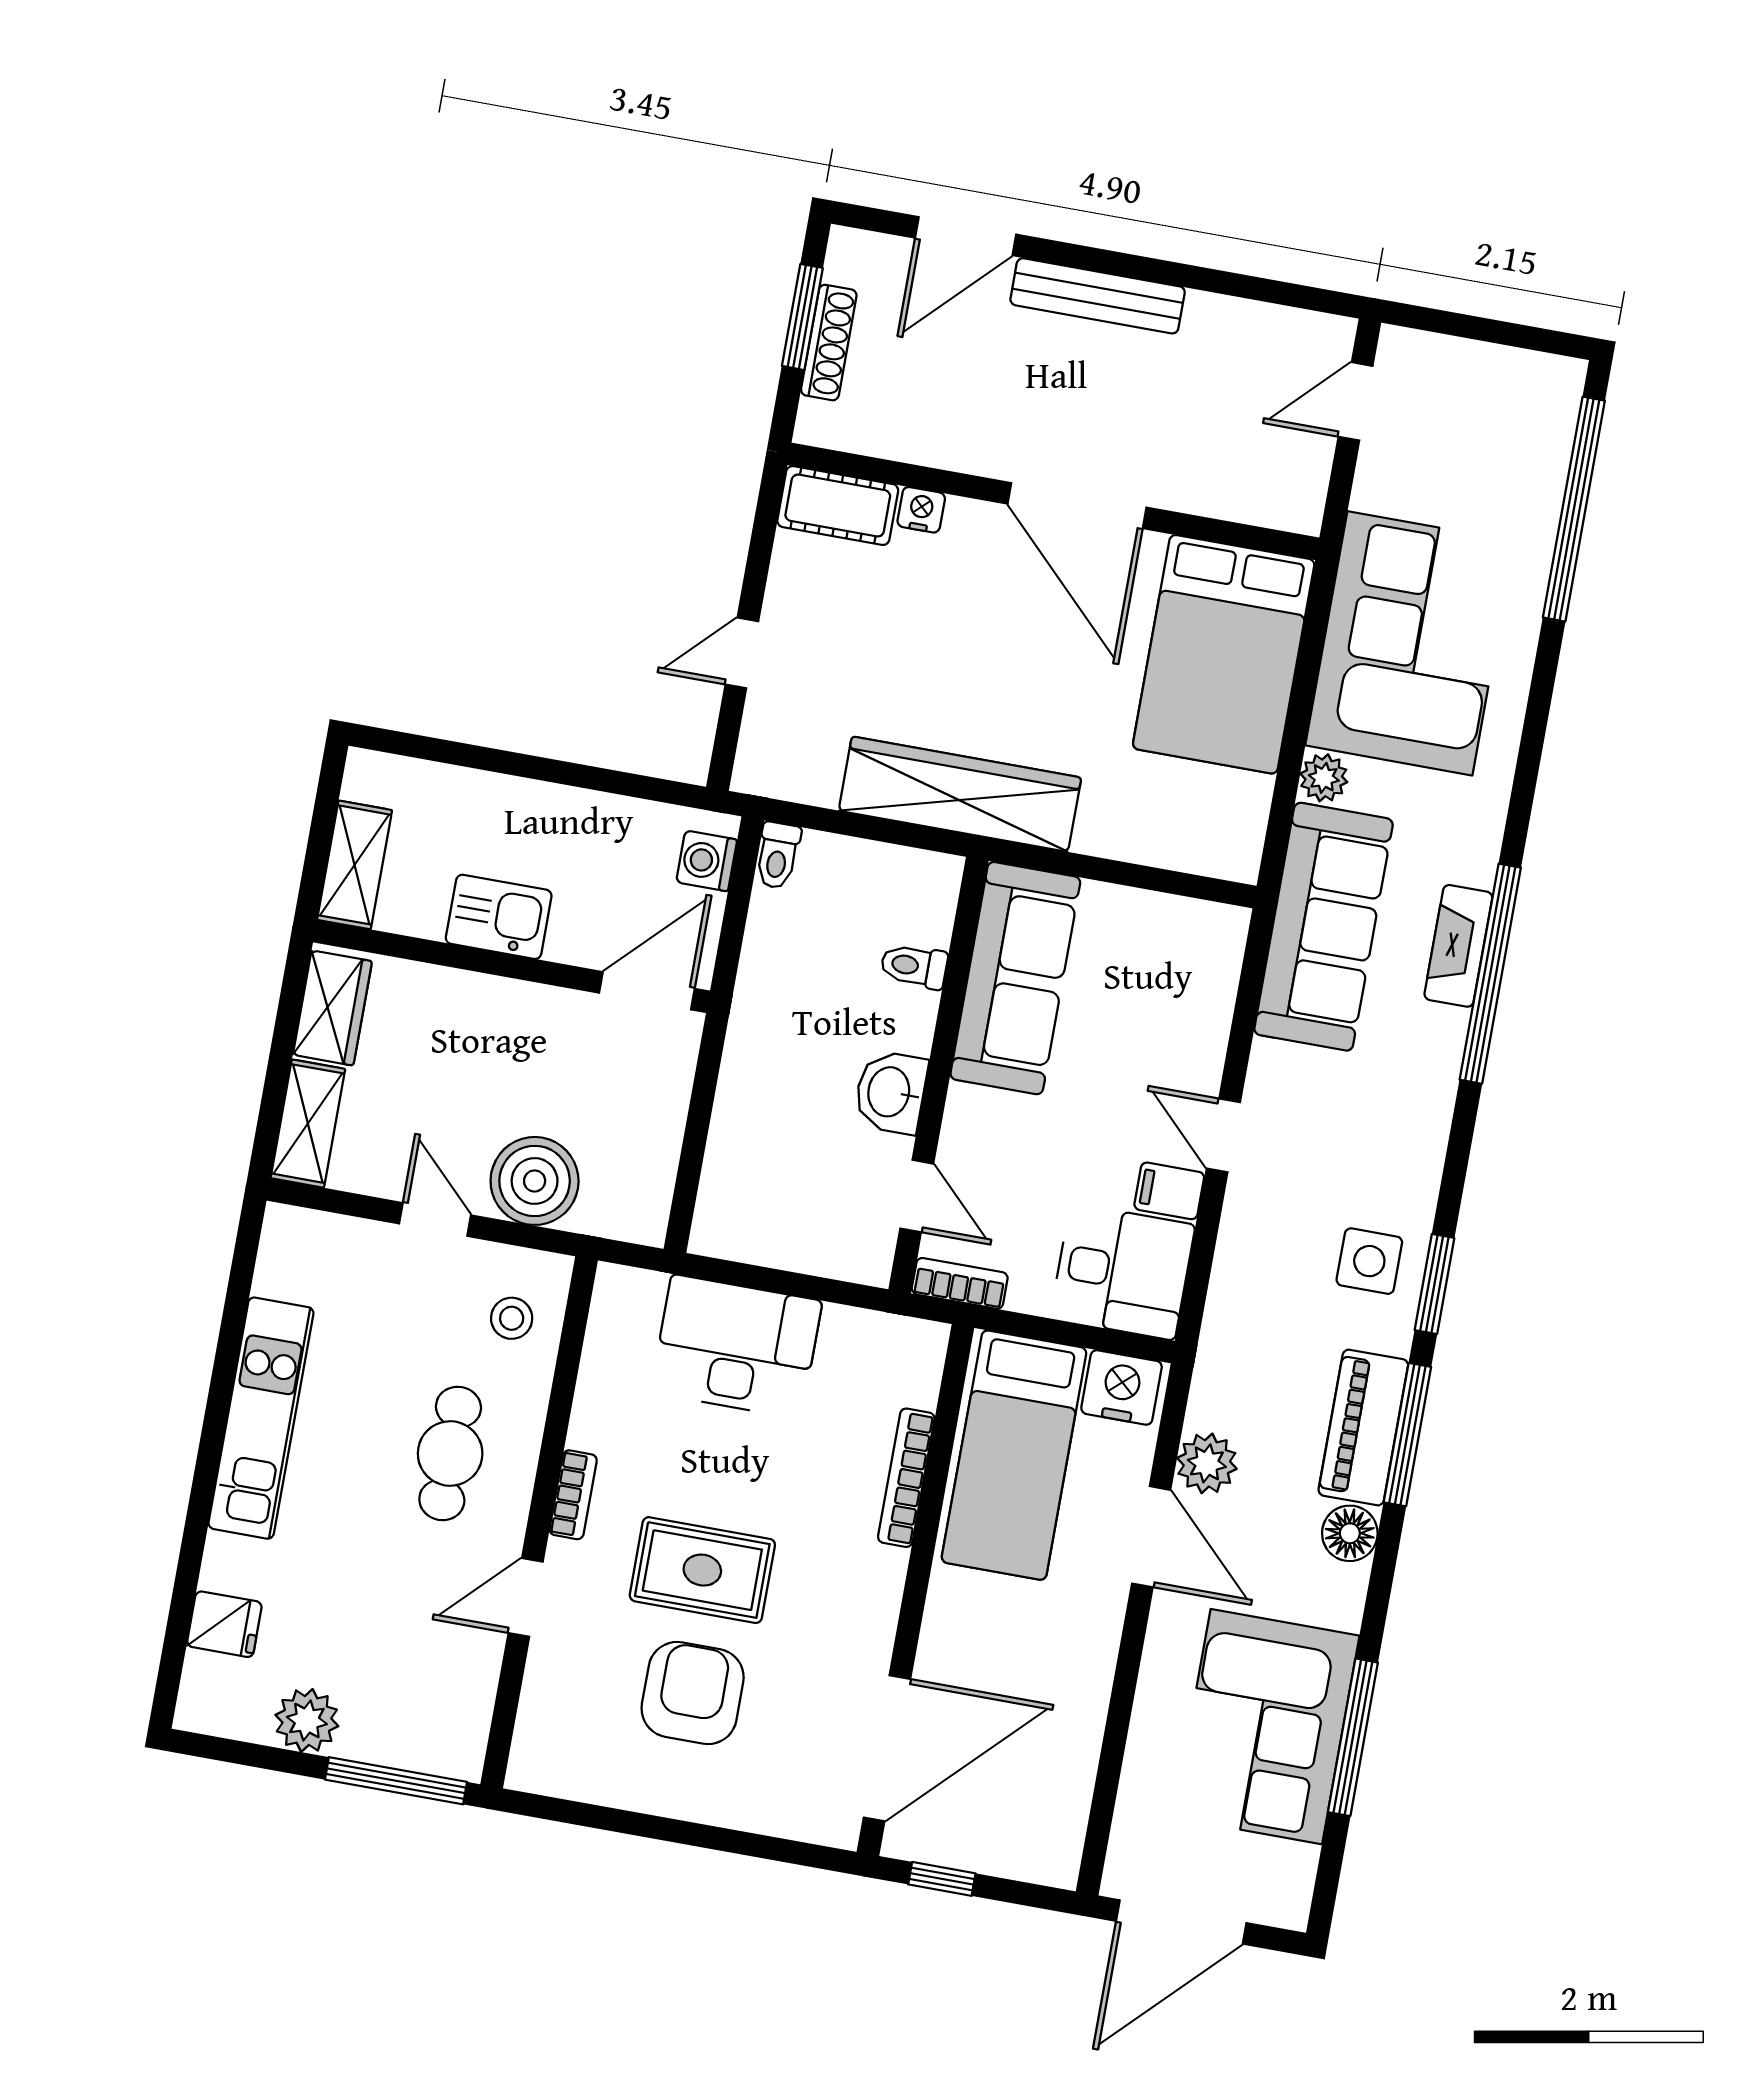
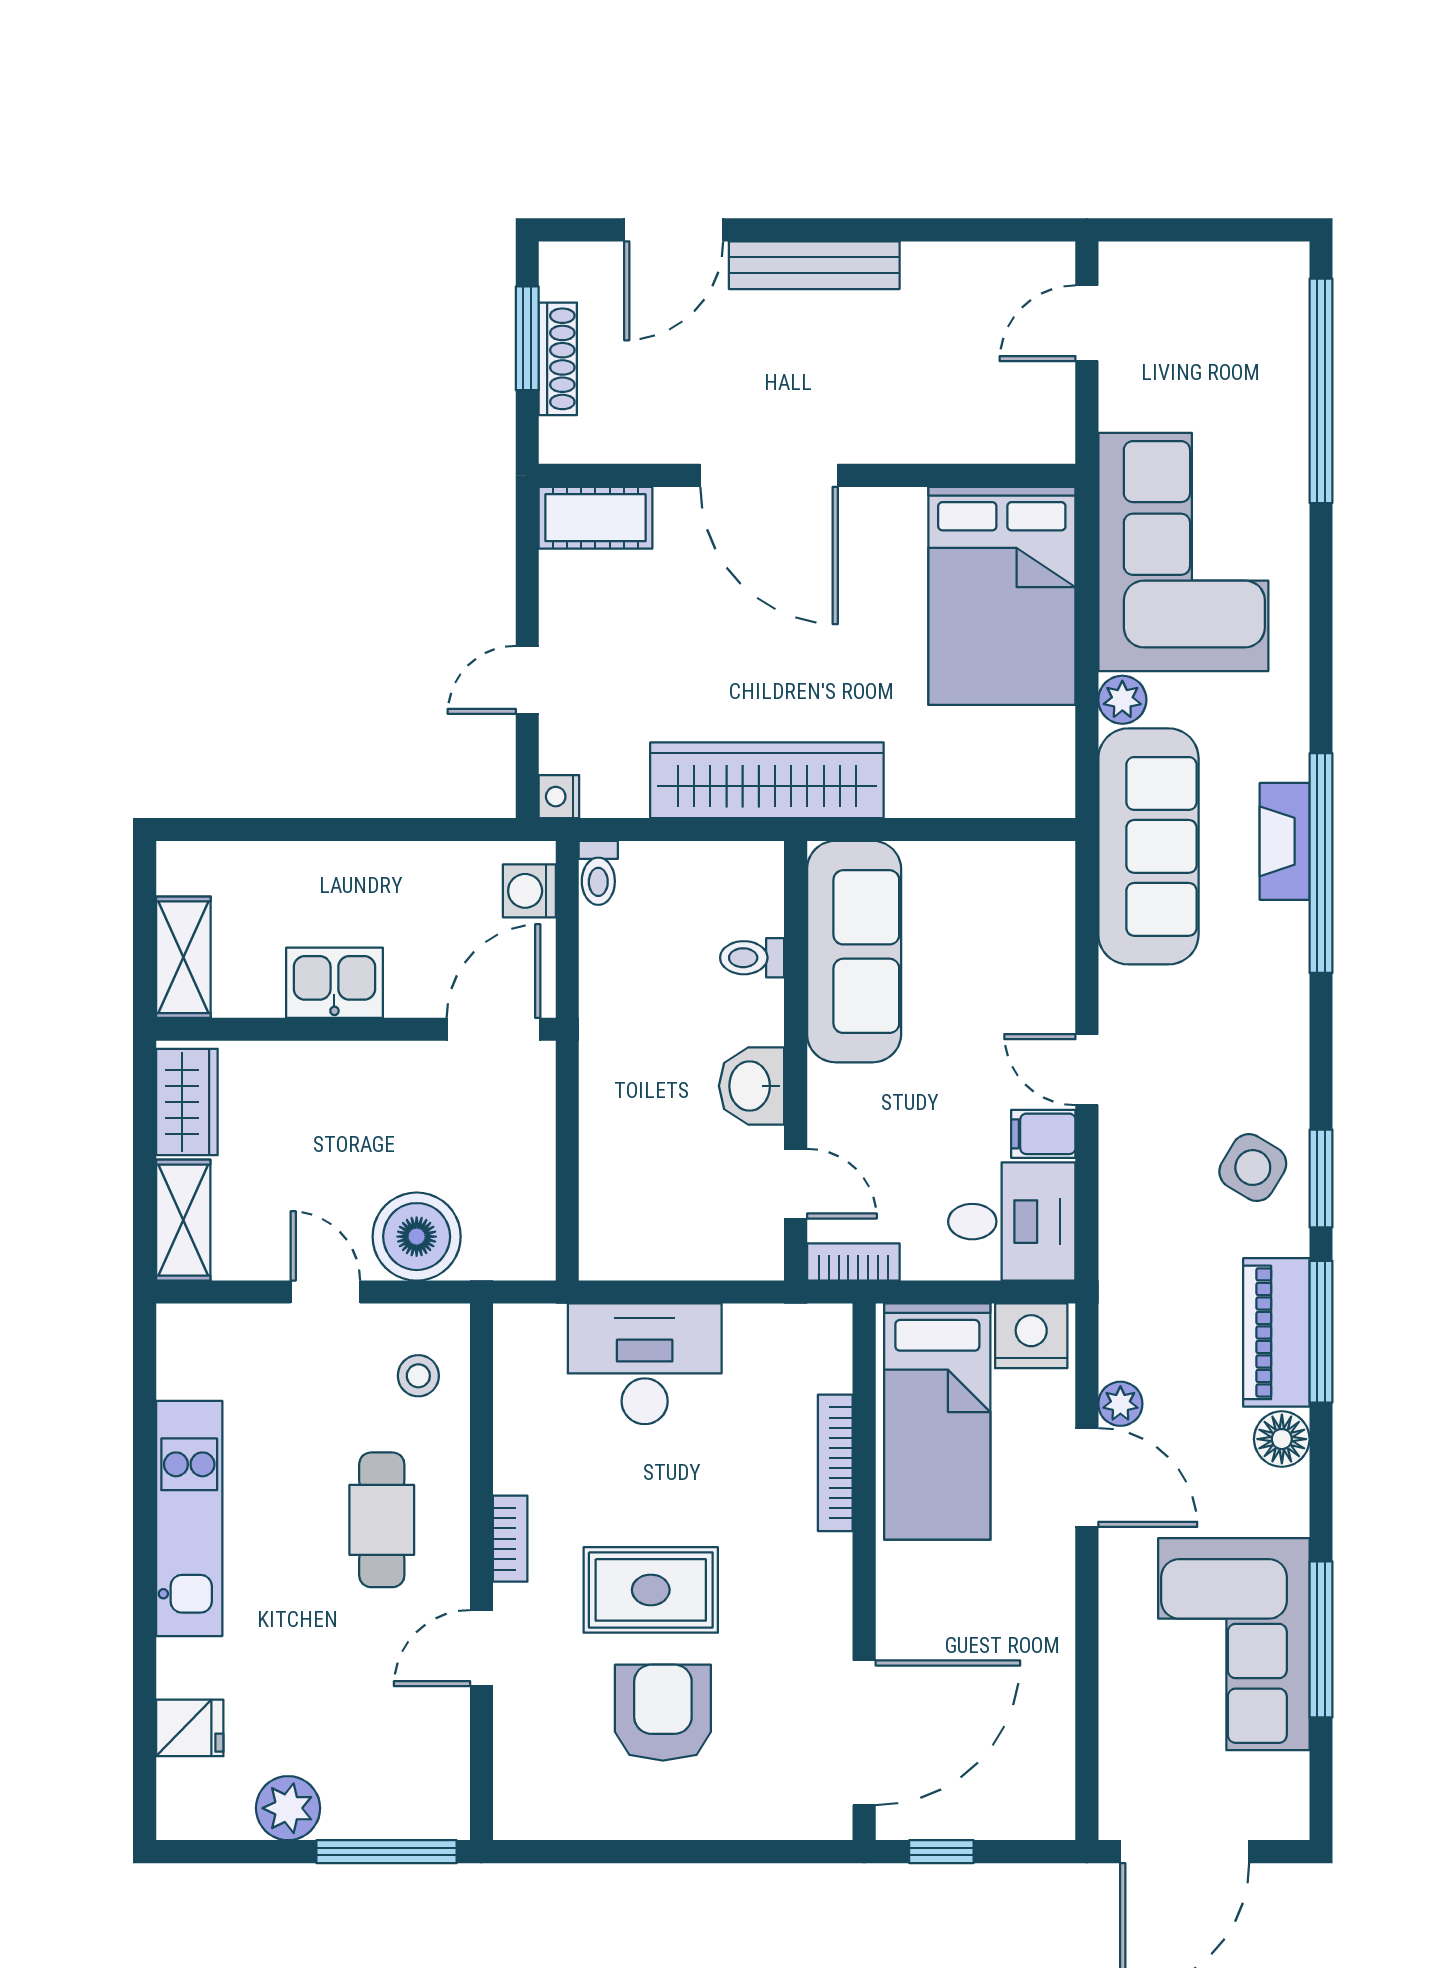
door: (1077, 506) -> (769, 475), moved
nightstand: (921, 510) -> (559, 797), moved, turned -90
side table: (1369, 1261) -> (1253, 1168), turned 31
plant: (1207, 1463) -> (1120, 1404), width x0.73, depth x0.73

